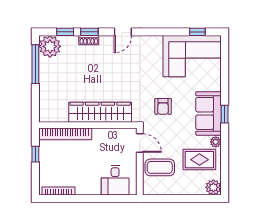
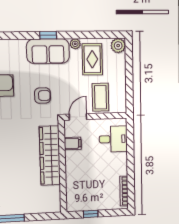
bookcase: (65, 134) -> (71, 187), removed
filing cabinet: (112, 137) -> (73, 143), added

